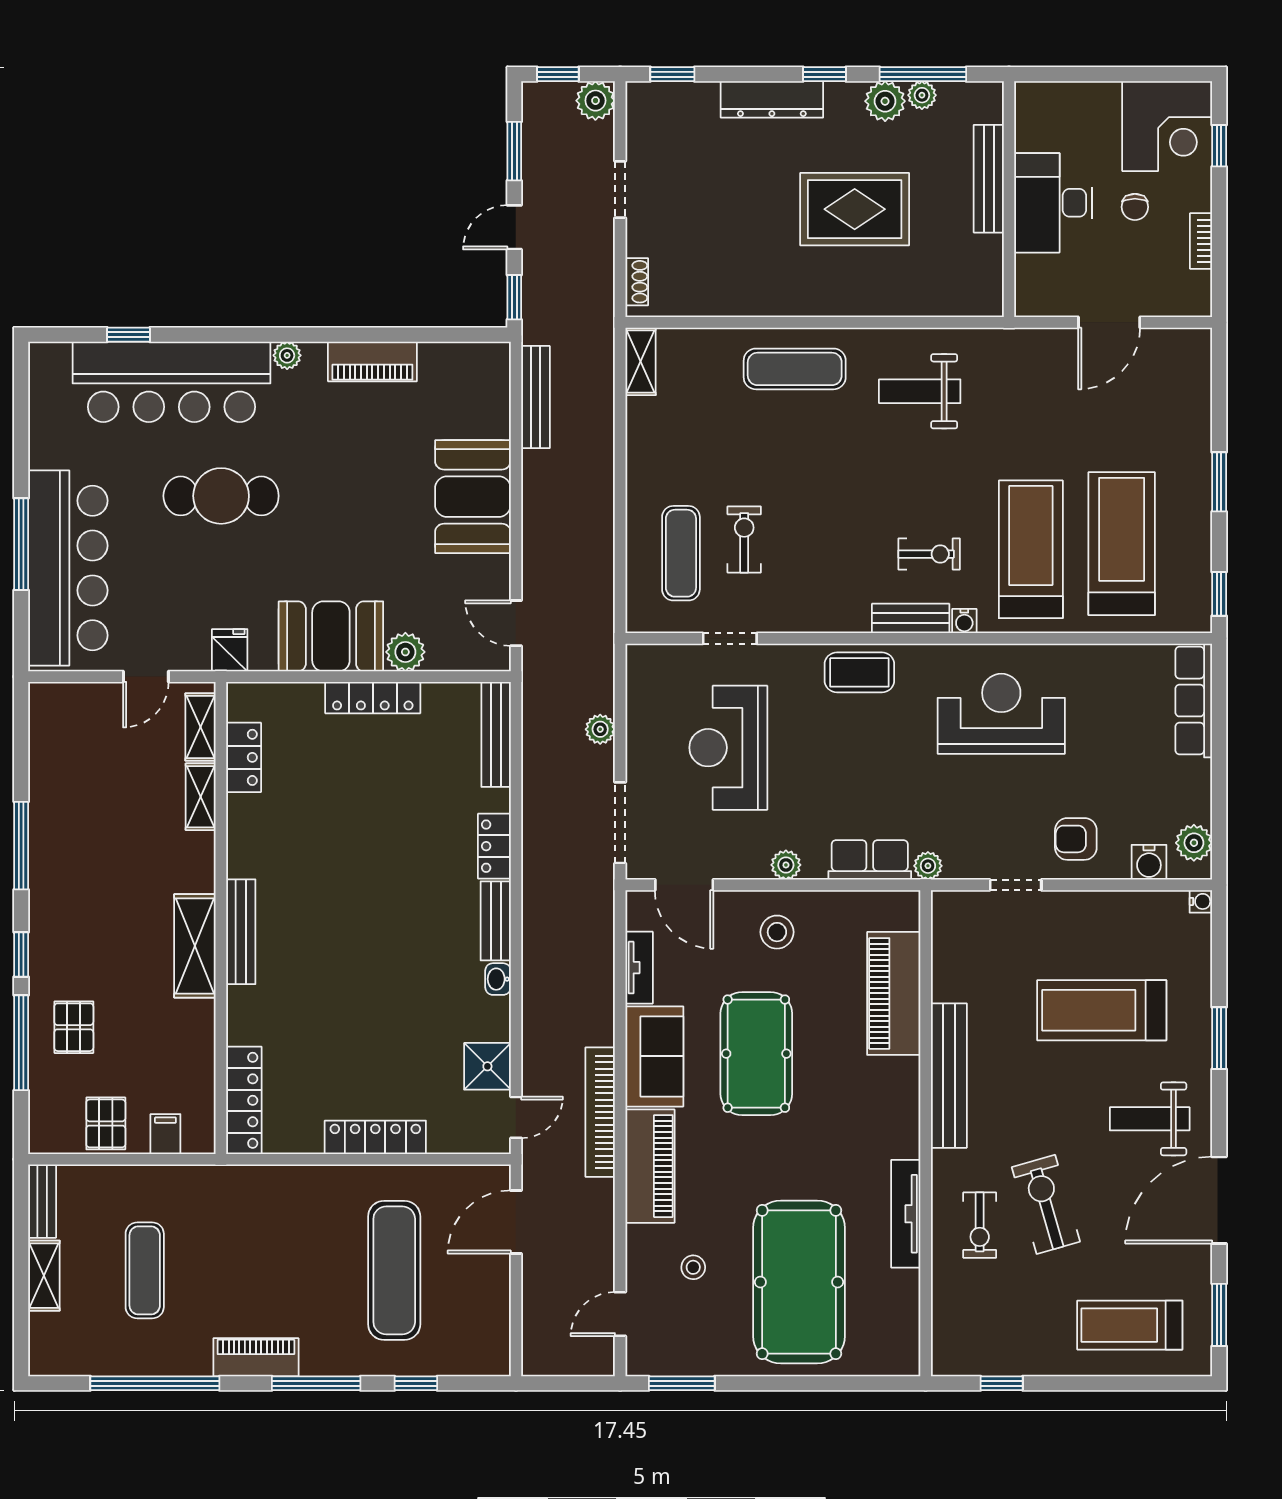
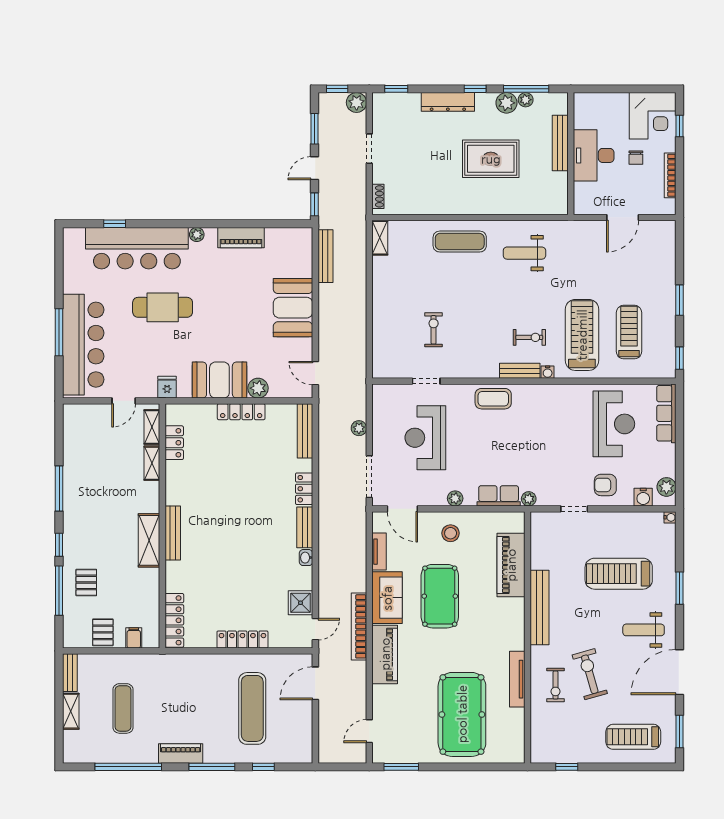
bookcase: (1201, 241) -> (670, 175), width x1.56
treadmill: (1122, 544) -> (629, 332), width x0.73, depth x0.73
exercise mat: (681, 553) -> (401, 337), removed
reception desk: (1001, 714) -> (614, 424), moved, turned 90
stool: (693, 1267) -> (407, 707), removed

